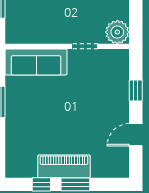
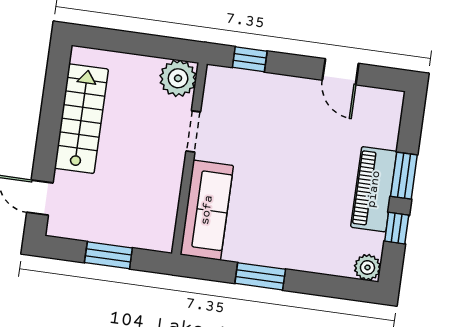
window: (136, 91) -> (250, 59), moved
plant: (14, 169) -> (367, 267), added

